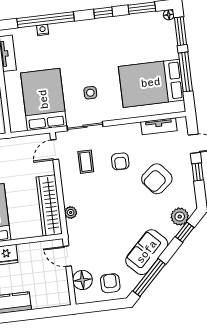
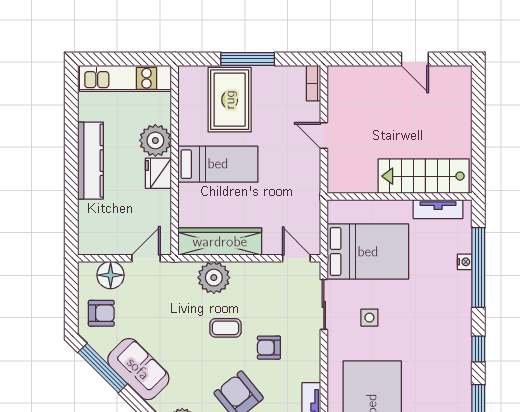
coffee table: (86, 162) -> (226, 328), moved
plant: (71, 212) -> (214, 278), width x1.88, depth x1.88

